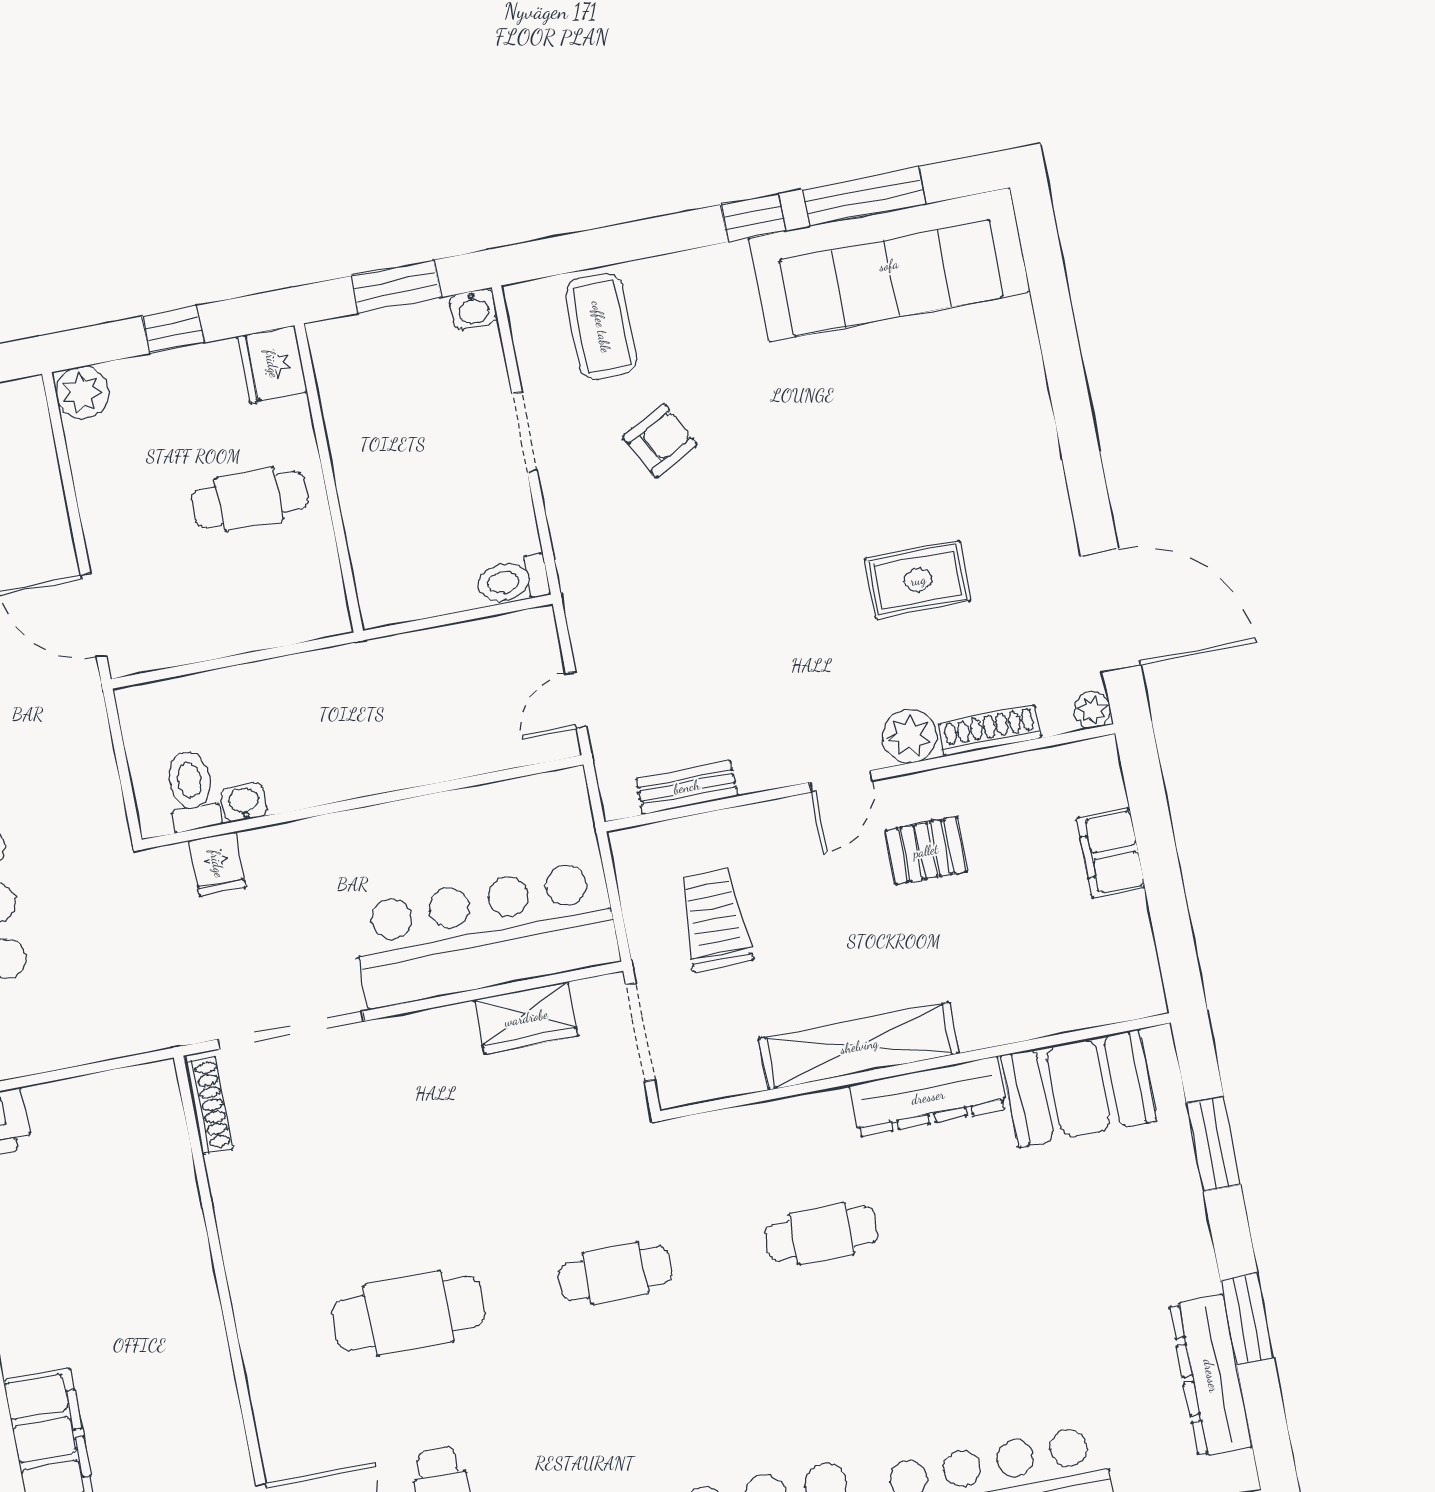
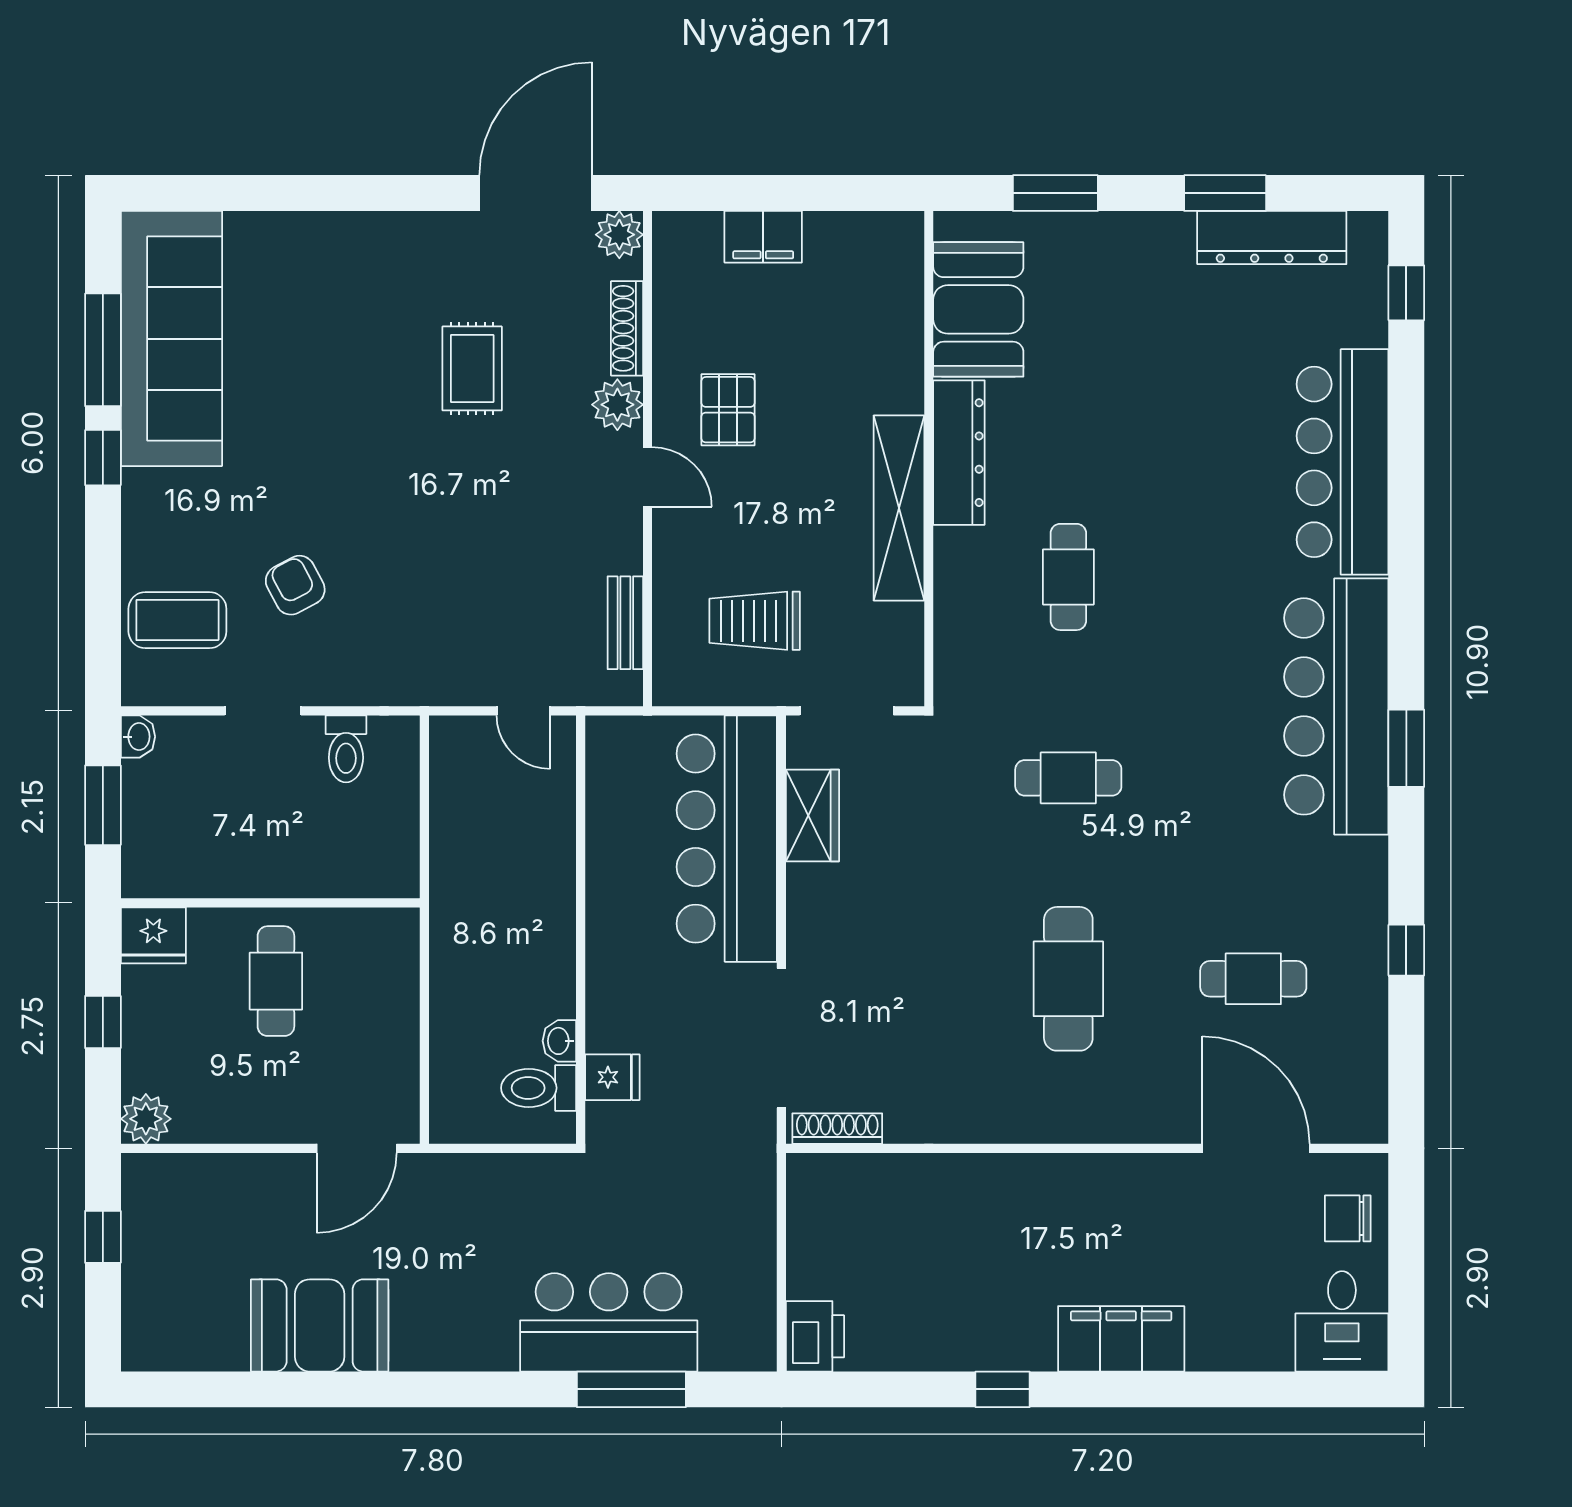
toilet: (513, 580) -> (346, 749), moved
plant: (1092, 710) -> (619, 235), width x1.38, depth x1.38
cafe table: (615, 1273) -> (1068, 778), turned 90

